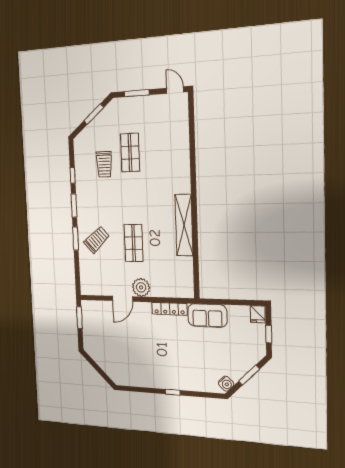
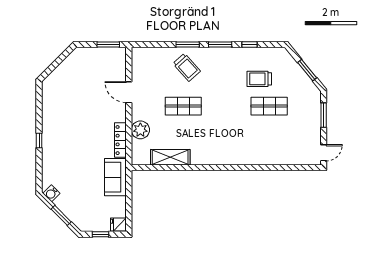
shelving: (184, 225) -> (170, 157), moved, width x0.68
plant: (141, 287) -> (140, 130), moved

